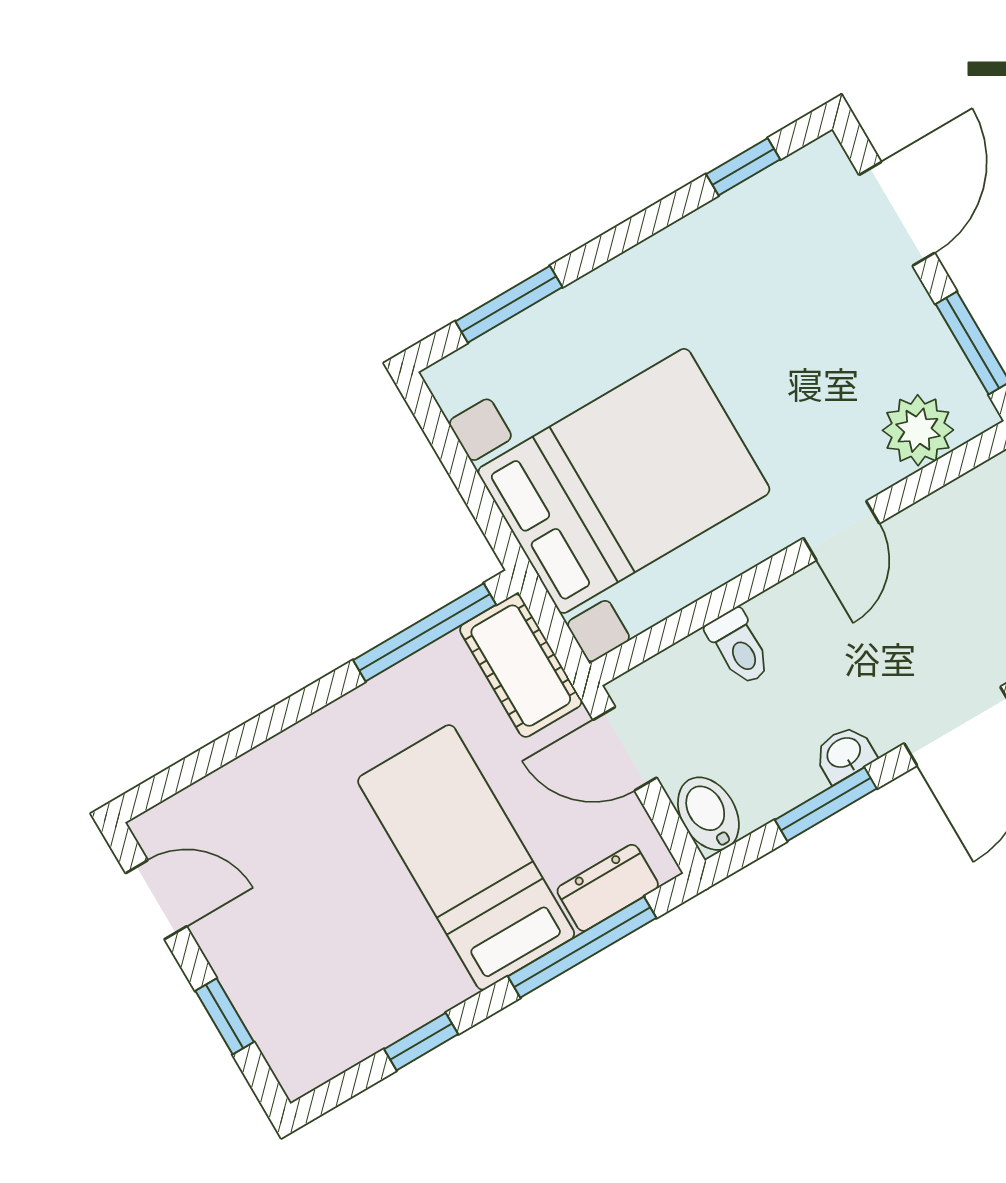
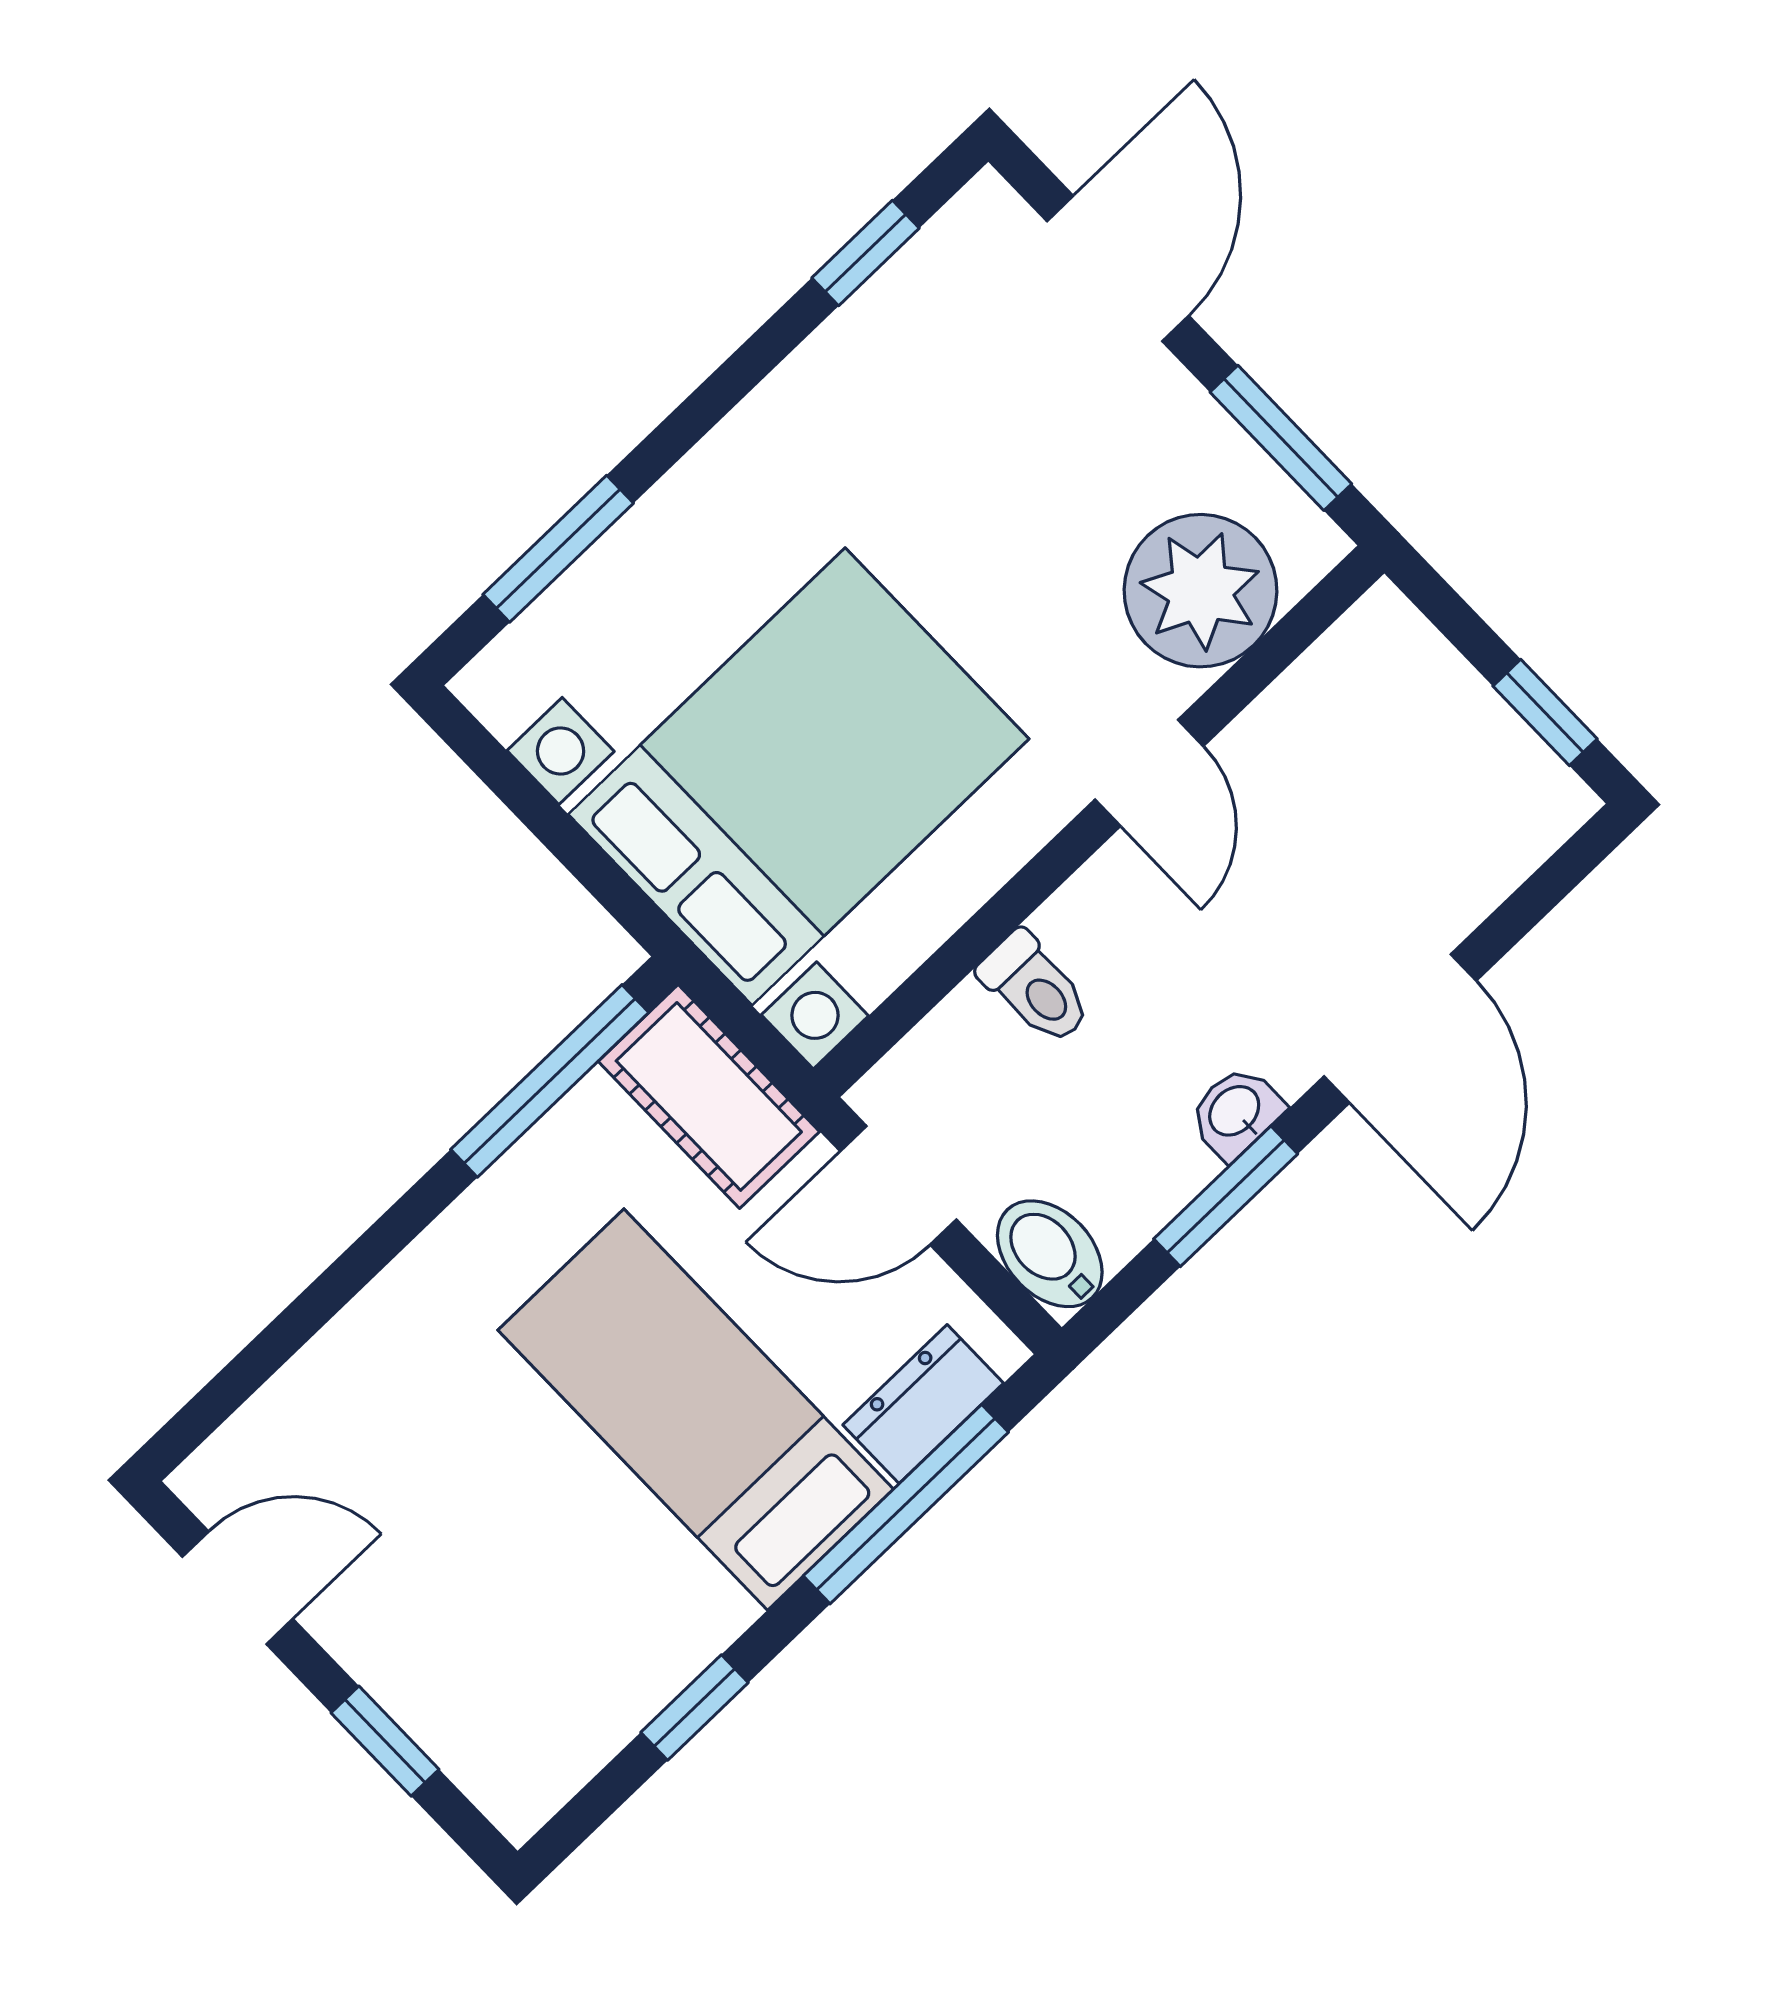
plant: (918, 430) -> (1201, 591), width x1.36, depth x1.36

